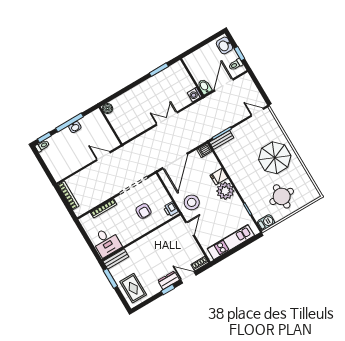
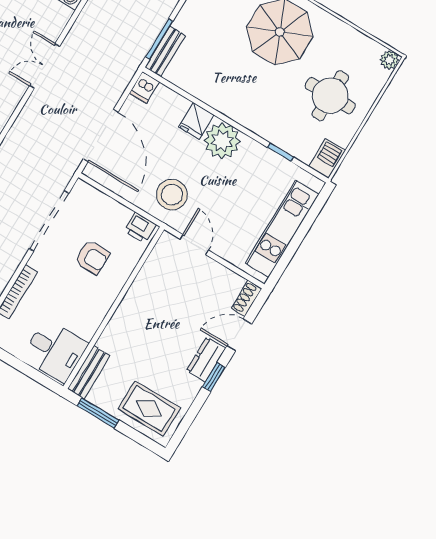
plant: (315, 195) -> (389, 60), added

